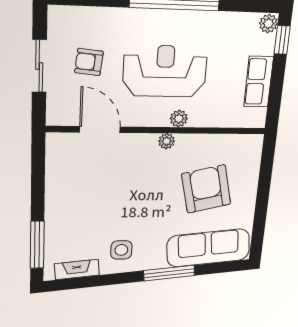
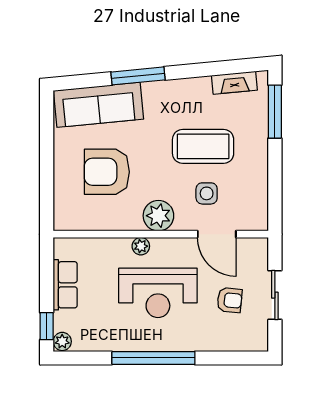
plant: (167, 141) -> (158, 216), width x1.88, depth x1.88
armchair: (206, 189) -> (107, 172), turned 103
coffee table: (110, 213) -> (203, 146), added
side table: (121, 250) -> (207, 193), moved

